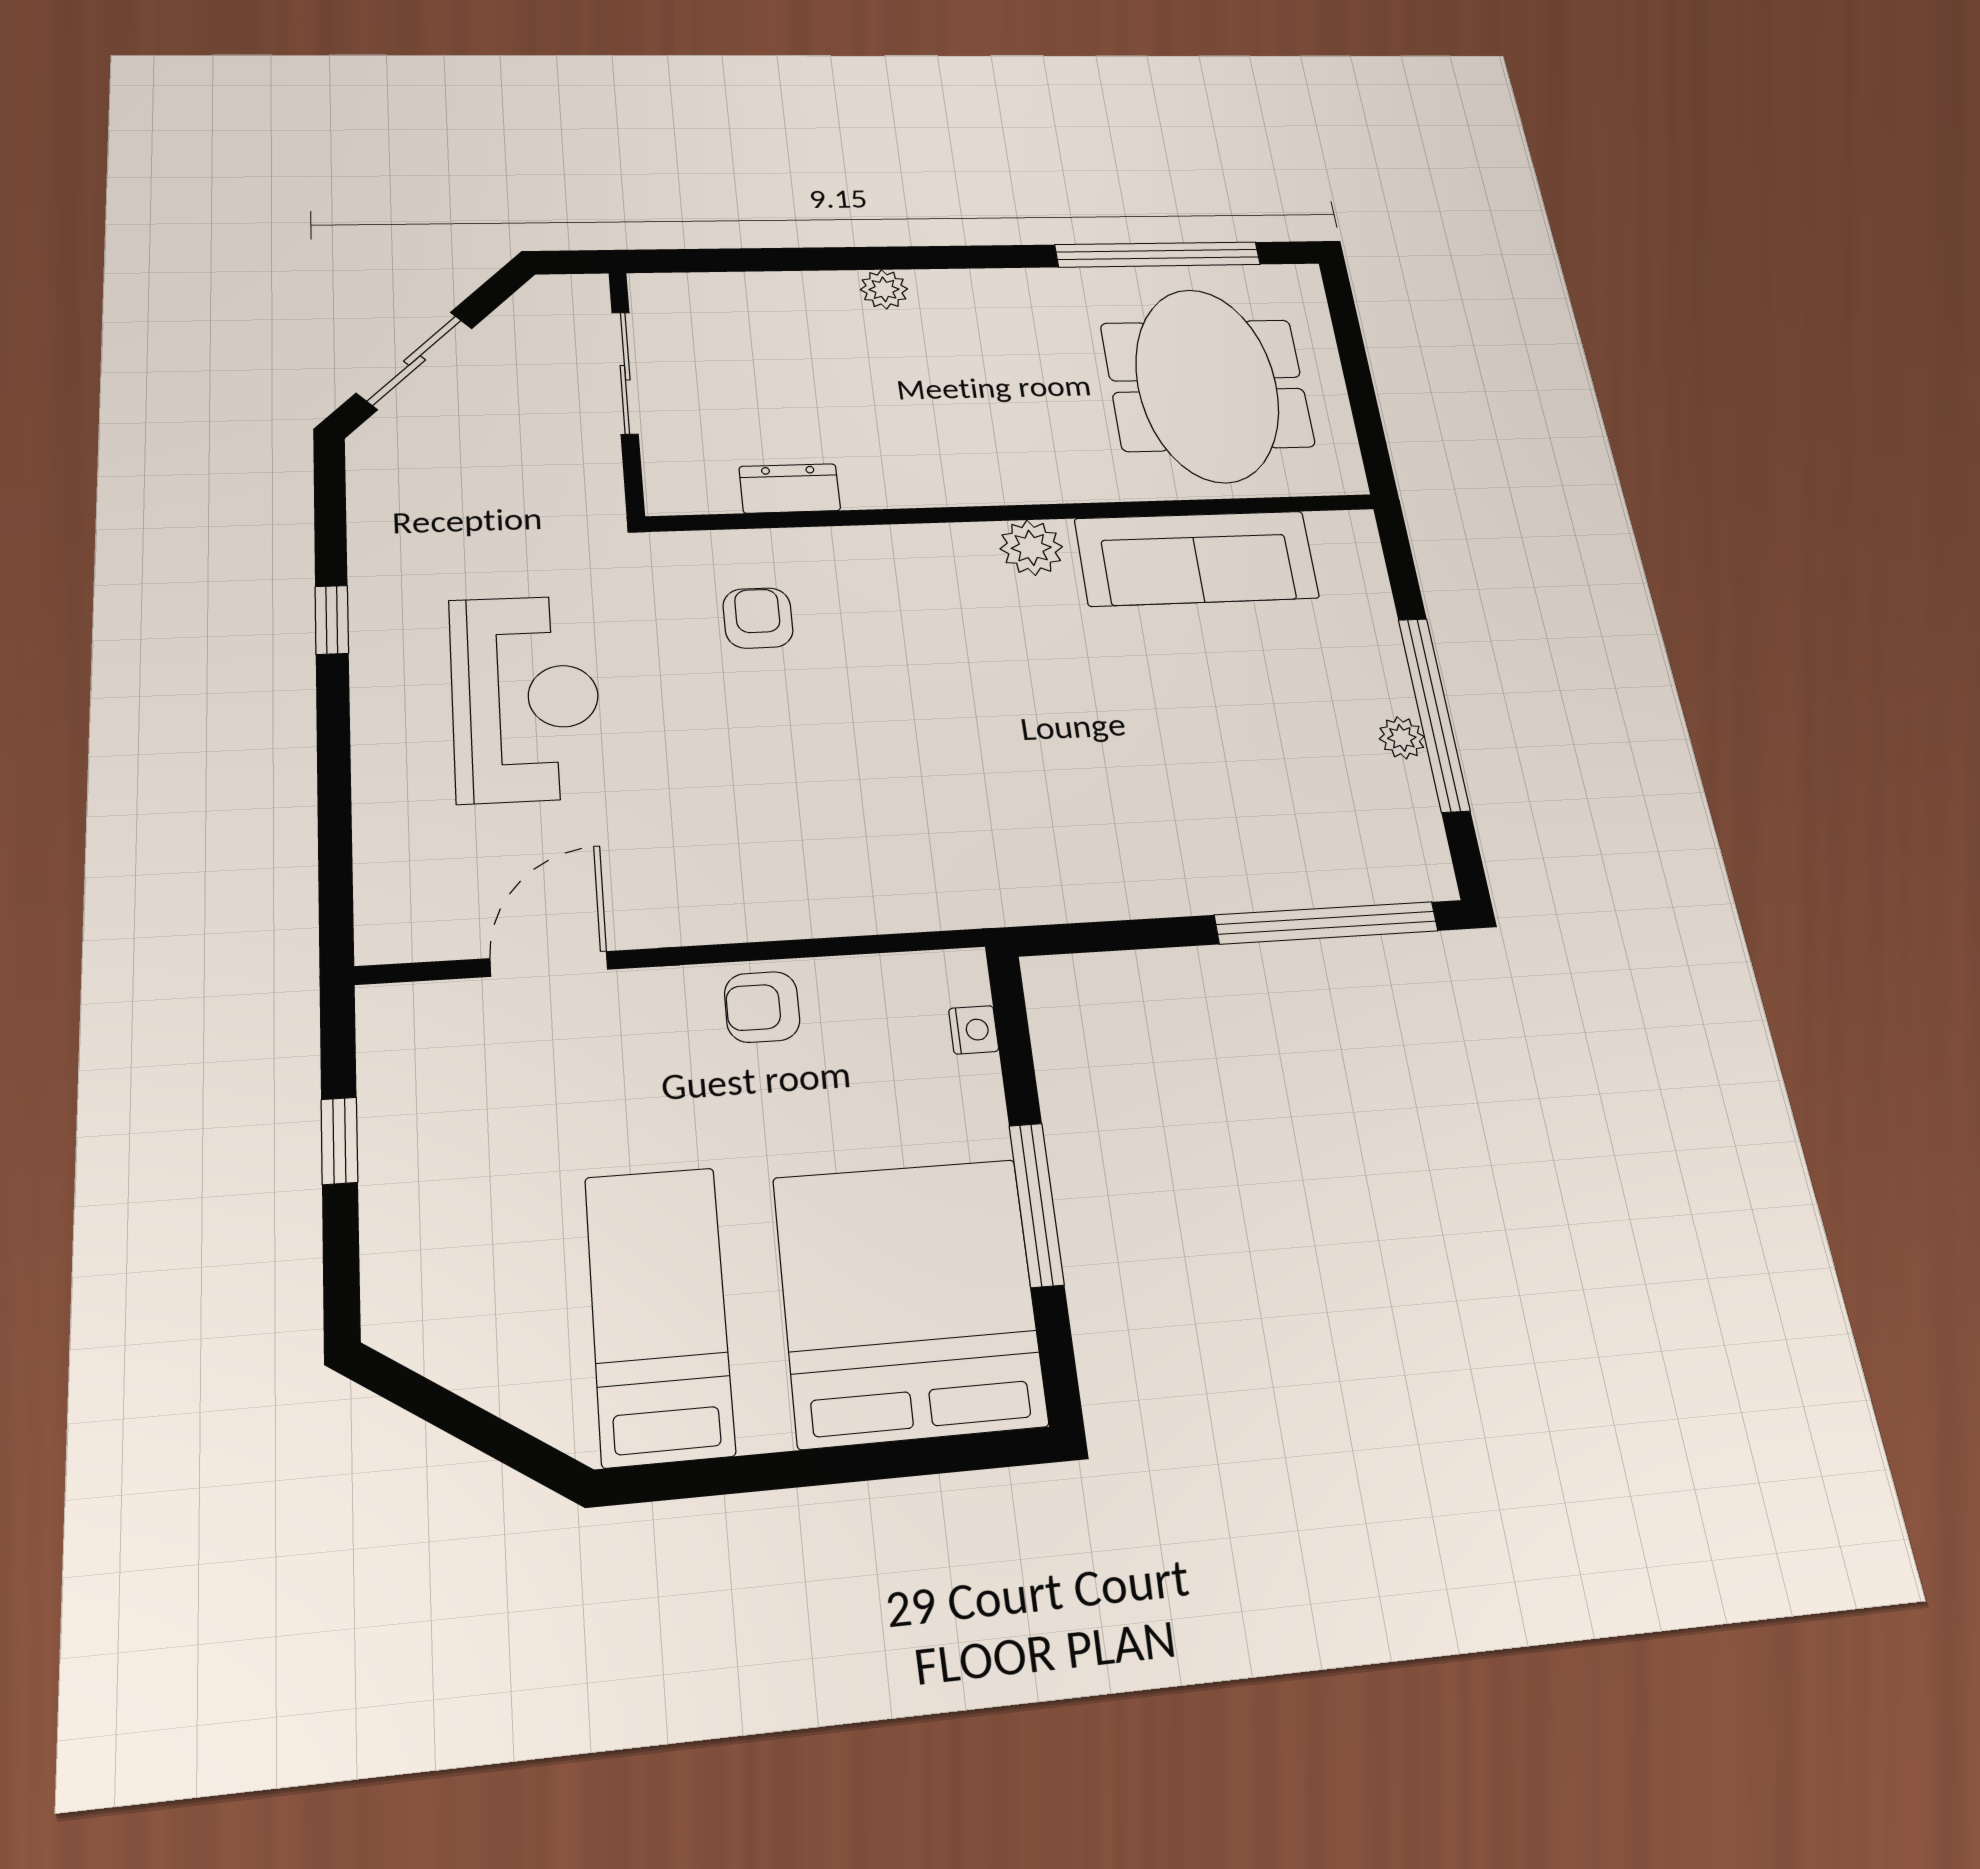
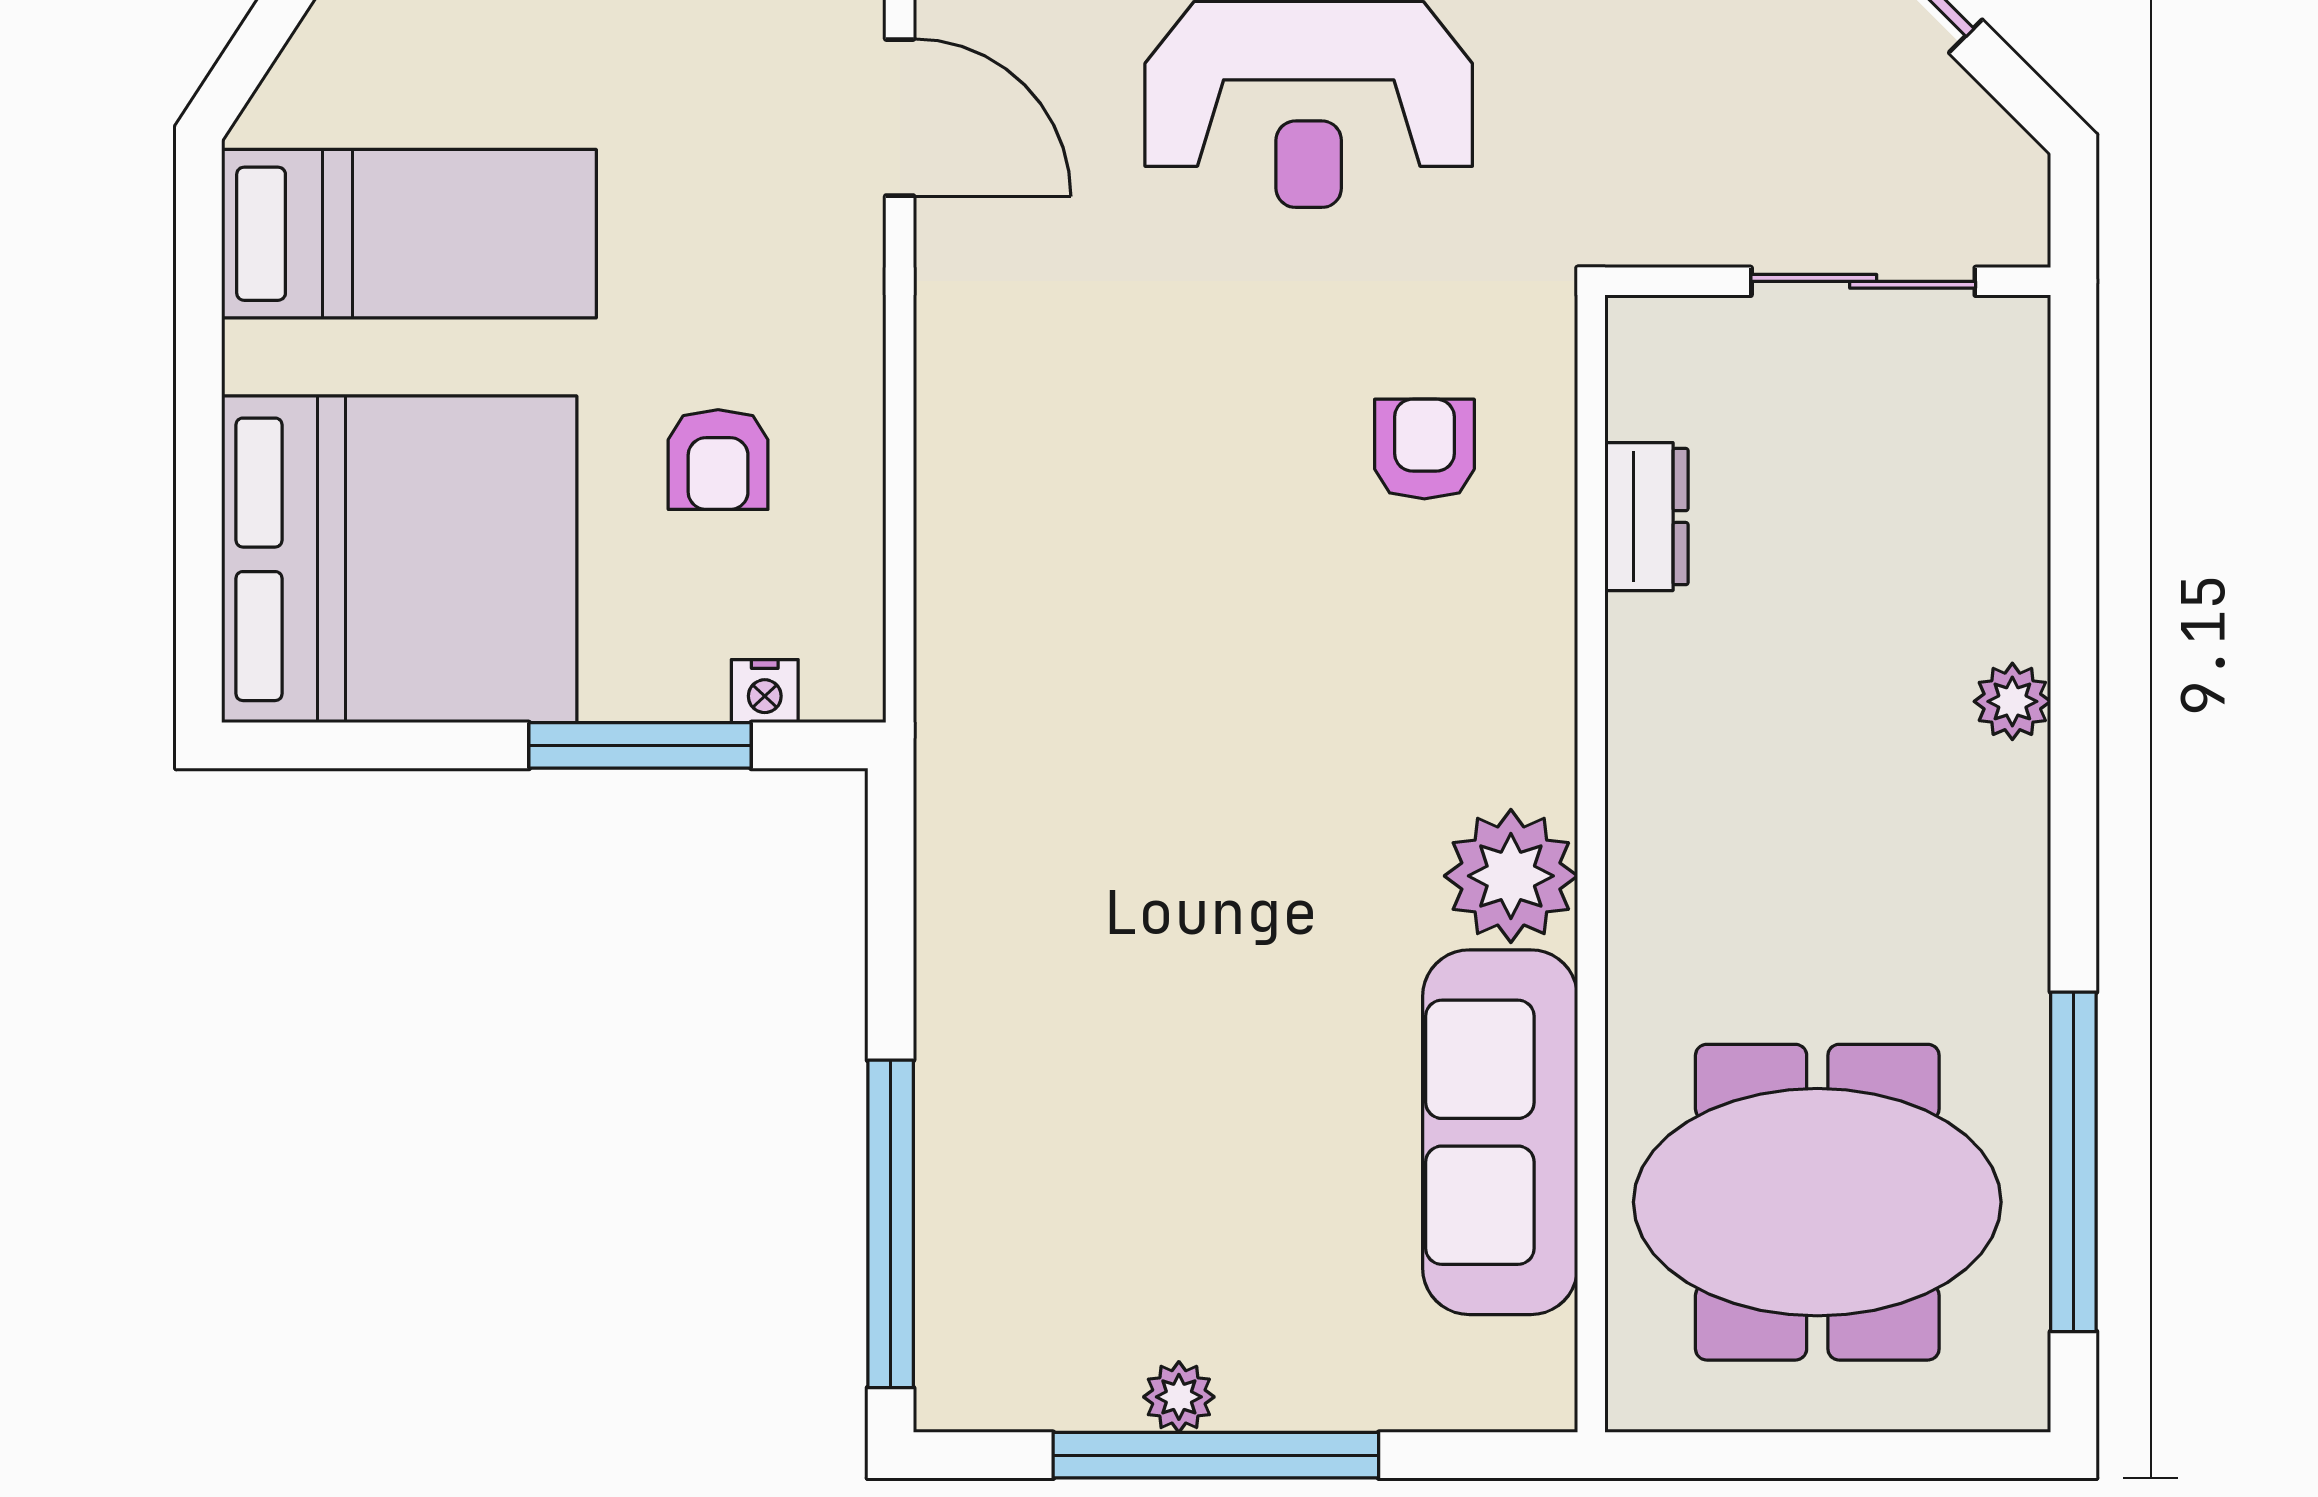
plant: (1031, 548) -> (1511, 876), width x1.36, depth x1.36
armchair: (758, 618) -> (1424, 449), turned -90
armchair: (762, 1007) -> (718, 460), moved, turned 180
window: (1036, 1205) -> (640, 745), moved

